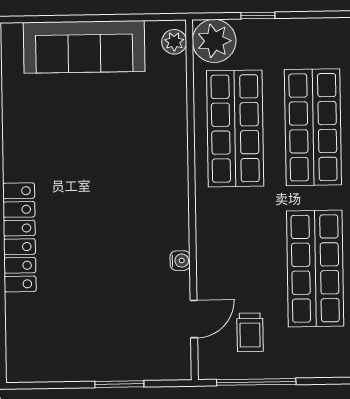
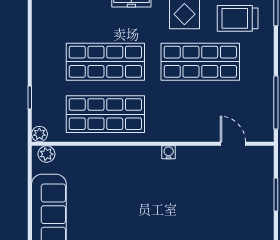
plant: (214, 41) -> (39, 134), width x0.53, depth x0.53
water cooler: (180, 261) -> (169, 152), moved
trolley: (250, 332) -> (242, 106), removed

